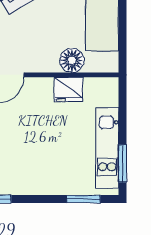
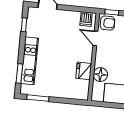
kitchen unit: (107, 148) -> (29, 61), moved, turned 90

